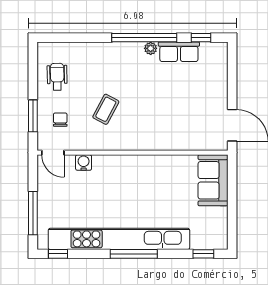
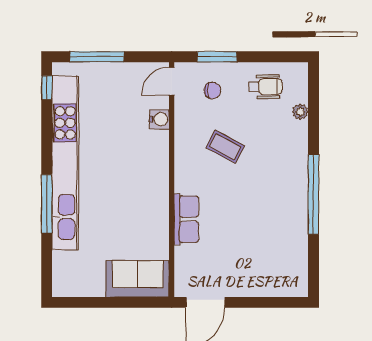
window: (201, 38) -> (313, 264), removed
plant: (151, 48) -> (300, 112), moved
row of seats: (179, 52) -> (186, 219), moved, turned 180
window: (134, 254) -> (47, 204), moved
window: (203, 254) -> (47, 267), removed

